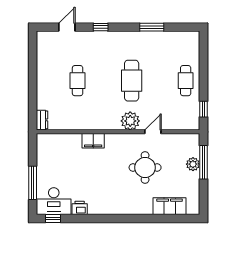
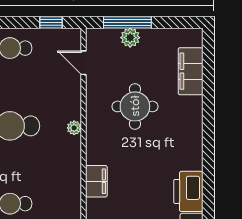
plant: (130, 121) -> (74, 128), width x0.53, depth x0.53
door: (153, 132) -> (84, 63), moved
printer: (80, 208) -> (188, 191), width x1.87, depth x1.48

